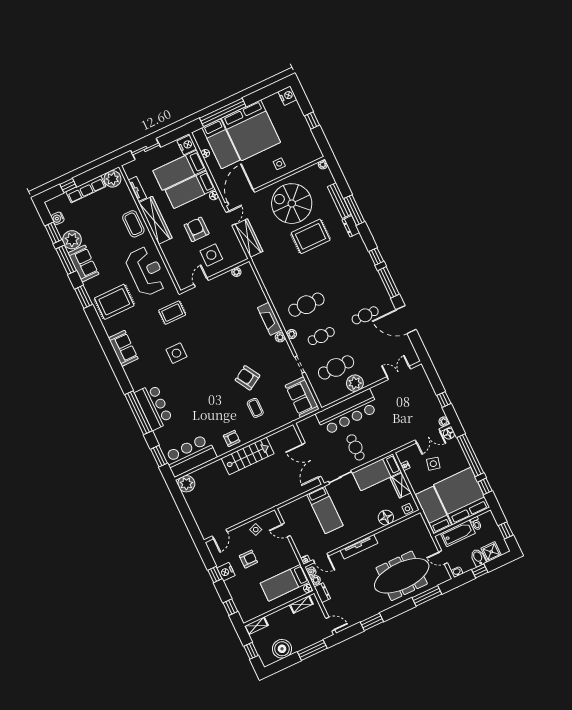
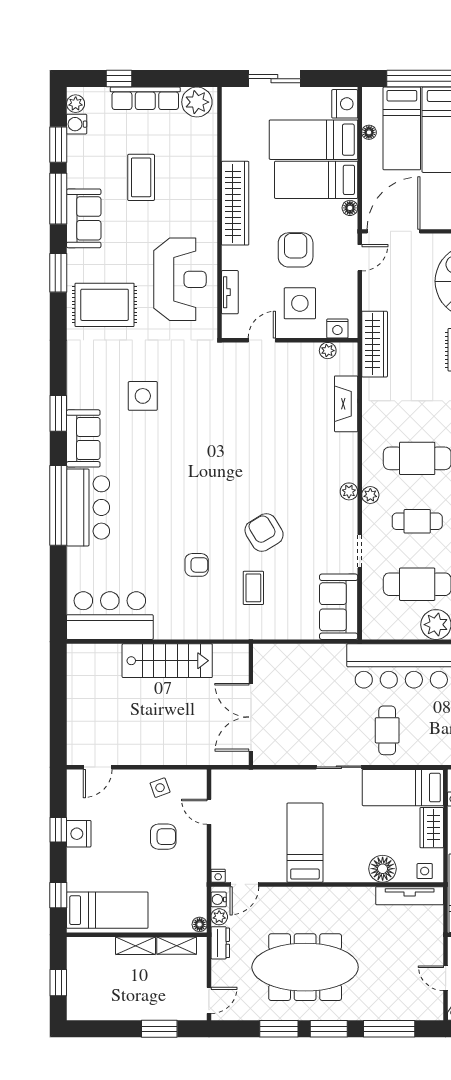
tv unit: (137, 189) -> (230, 292), moved
coffee table: (133, 224) -> (141, 177), moved
wardrobe: (249, 238) -> (375, 344), moved
plant: (72, 240) -> (76, 104), moved, width x0.53, depth x0.53
nightstand: (236, 259) -> (337, 329), added
rug: (172, 313) -> (191, 367), removed
fireplace: (270, 319) -> (346, 404), moved
sofa: (123, 348) -> (83, 438), moved
side table: (176, 353) -> (143, 396), moved
armchair: (232, 438) -> (197, 565), moved
wall: (309, 454) -> (251, 704), moved
window: (159, 456) -> (58, 413), moved
stairs: (248, 456) -> (167, 661), moved
double door: (312, 460) -> (251, 717), moved
plant: (186, 484) -> (82, 659), removed
bed: (325, 510) -> (305, 843), moved, turned 180
tv unit: (359, 547) -> (410, 896), moved
door: (321, 558) -> (244, 884), hinge flipped
armchair: (248, 559) -> (163, 837), moved
meeting table: (402, 576) -> (305, 967), moved
bed: (285, 583) -> (107, 910), moved, turned 180
window: (397, 610) -> (329, 1029), added
door: (330, 624) -> (209, 1001), hinge flipped
shelving: (256, 626) -> (135, 946), moved
boiler: (282, 649) -> (111, 1003), removed
window: (312, 650) -> (159, 1029), width x0.69

